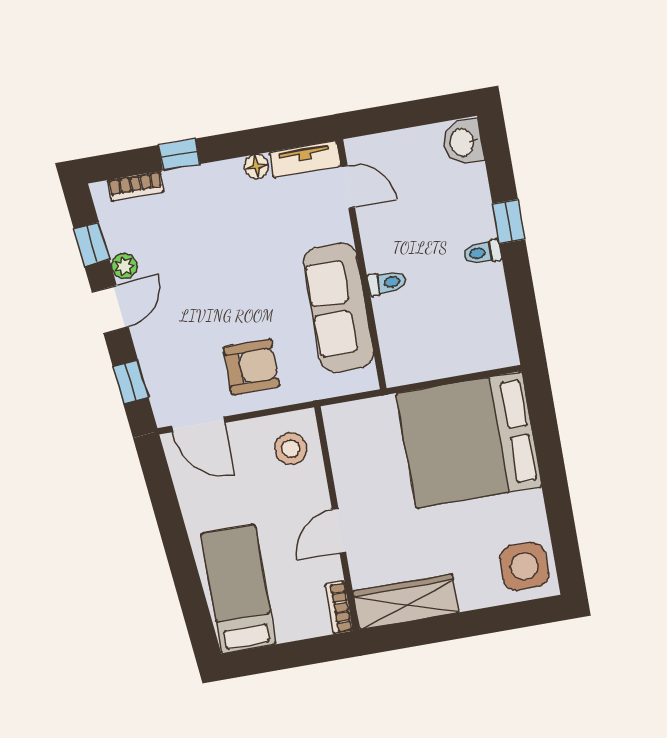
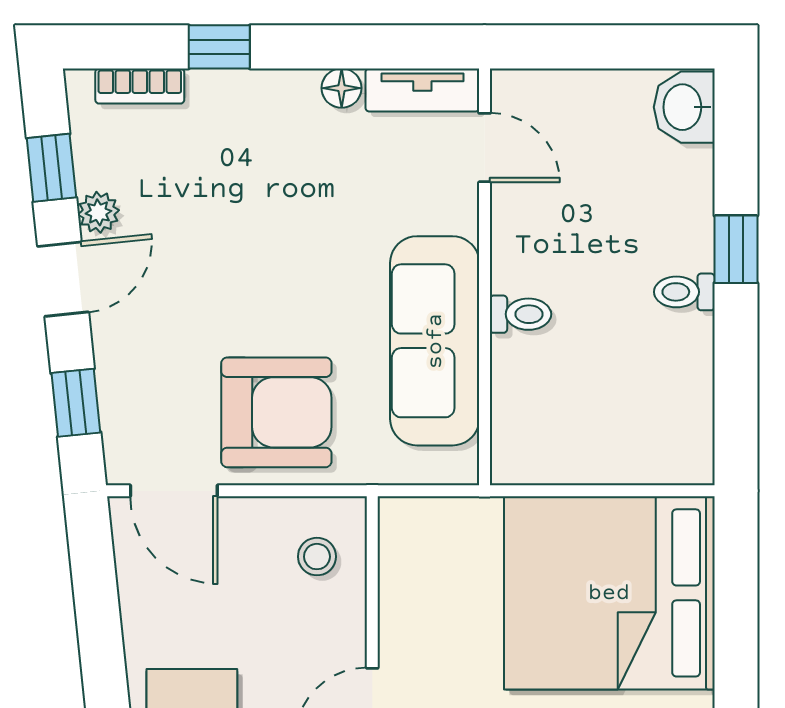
armchair: (251, 367) -> (276, 412), width x1.36, depth x1.36
stool: (291, 449) -> (317, 557), width x0.73, depth x0.73

